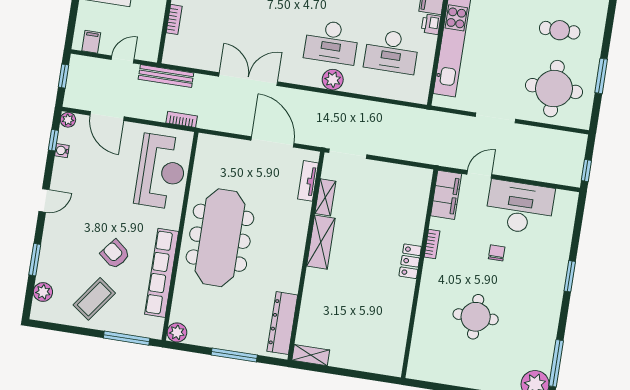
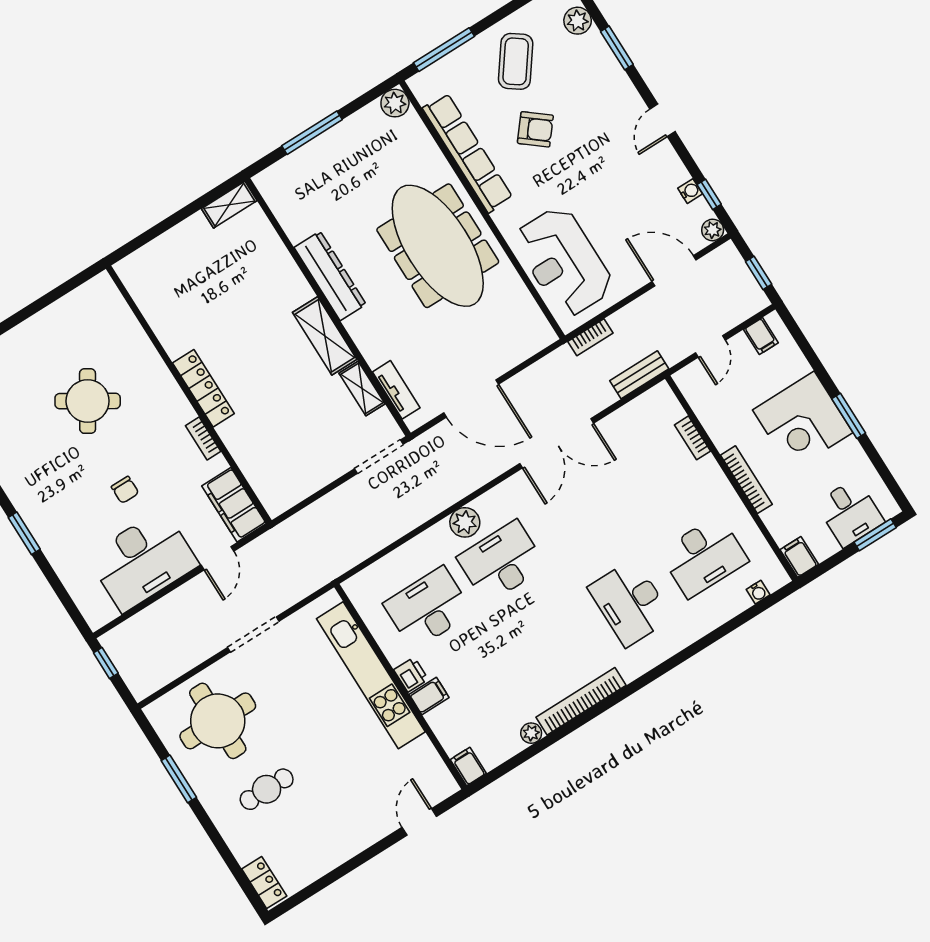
bench: (166, 76) -> (639, 375), width x0.73
locker: (410, 261) -> (203, 388), width x1.53
round table: (476, 317) -> (88, 401), turned 32
dresser: (282, 323) -> (330, 276), moved

